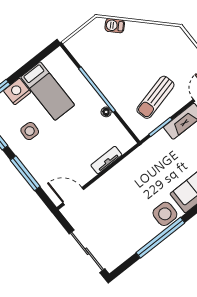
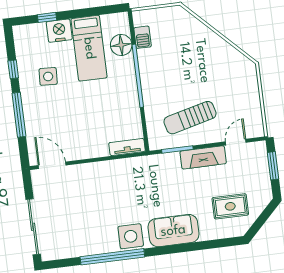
barbecue: (115, 26) -> (143, 37), moved, turned -135
floor lamp: (106, 112) -> (121, 45), moved, width x1.89, depth x1.89
tv unit: (106, 160) -> (127, 147), moved

